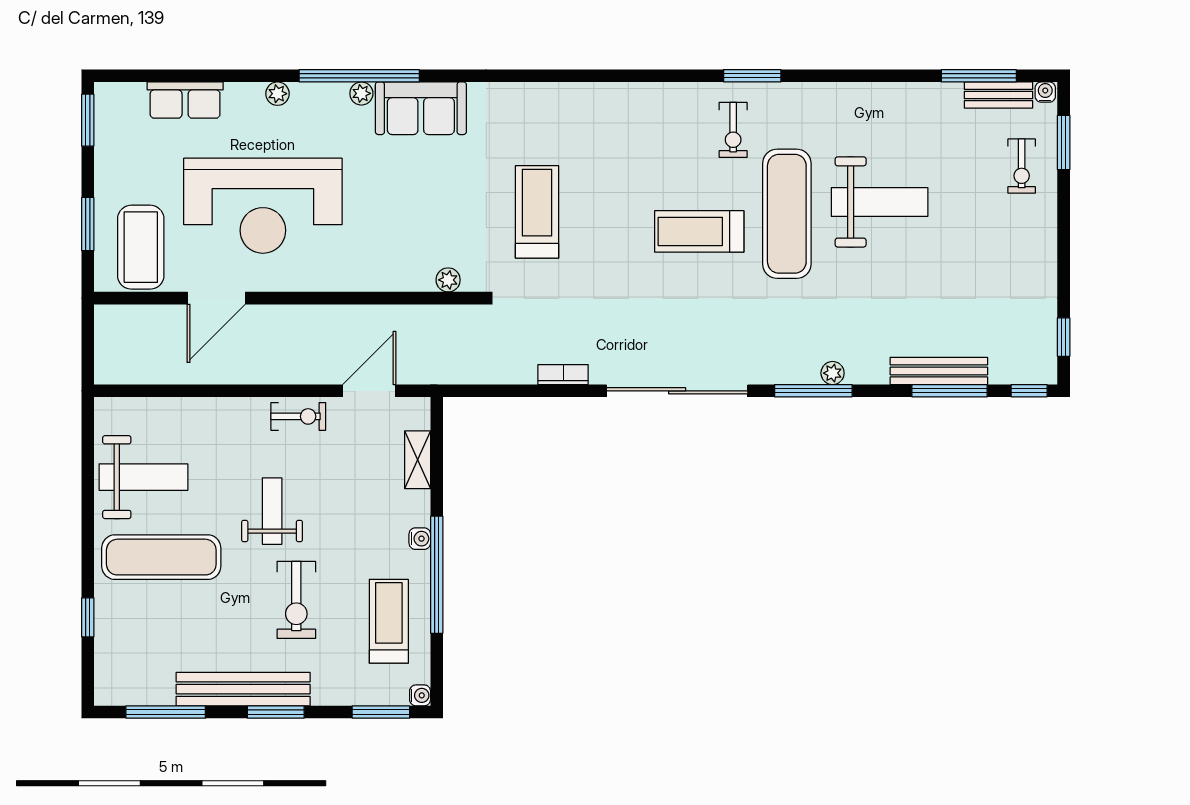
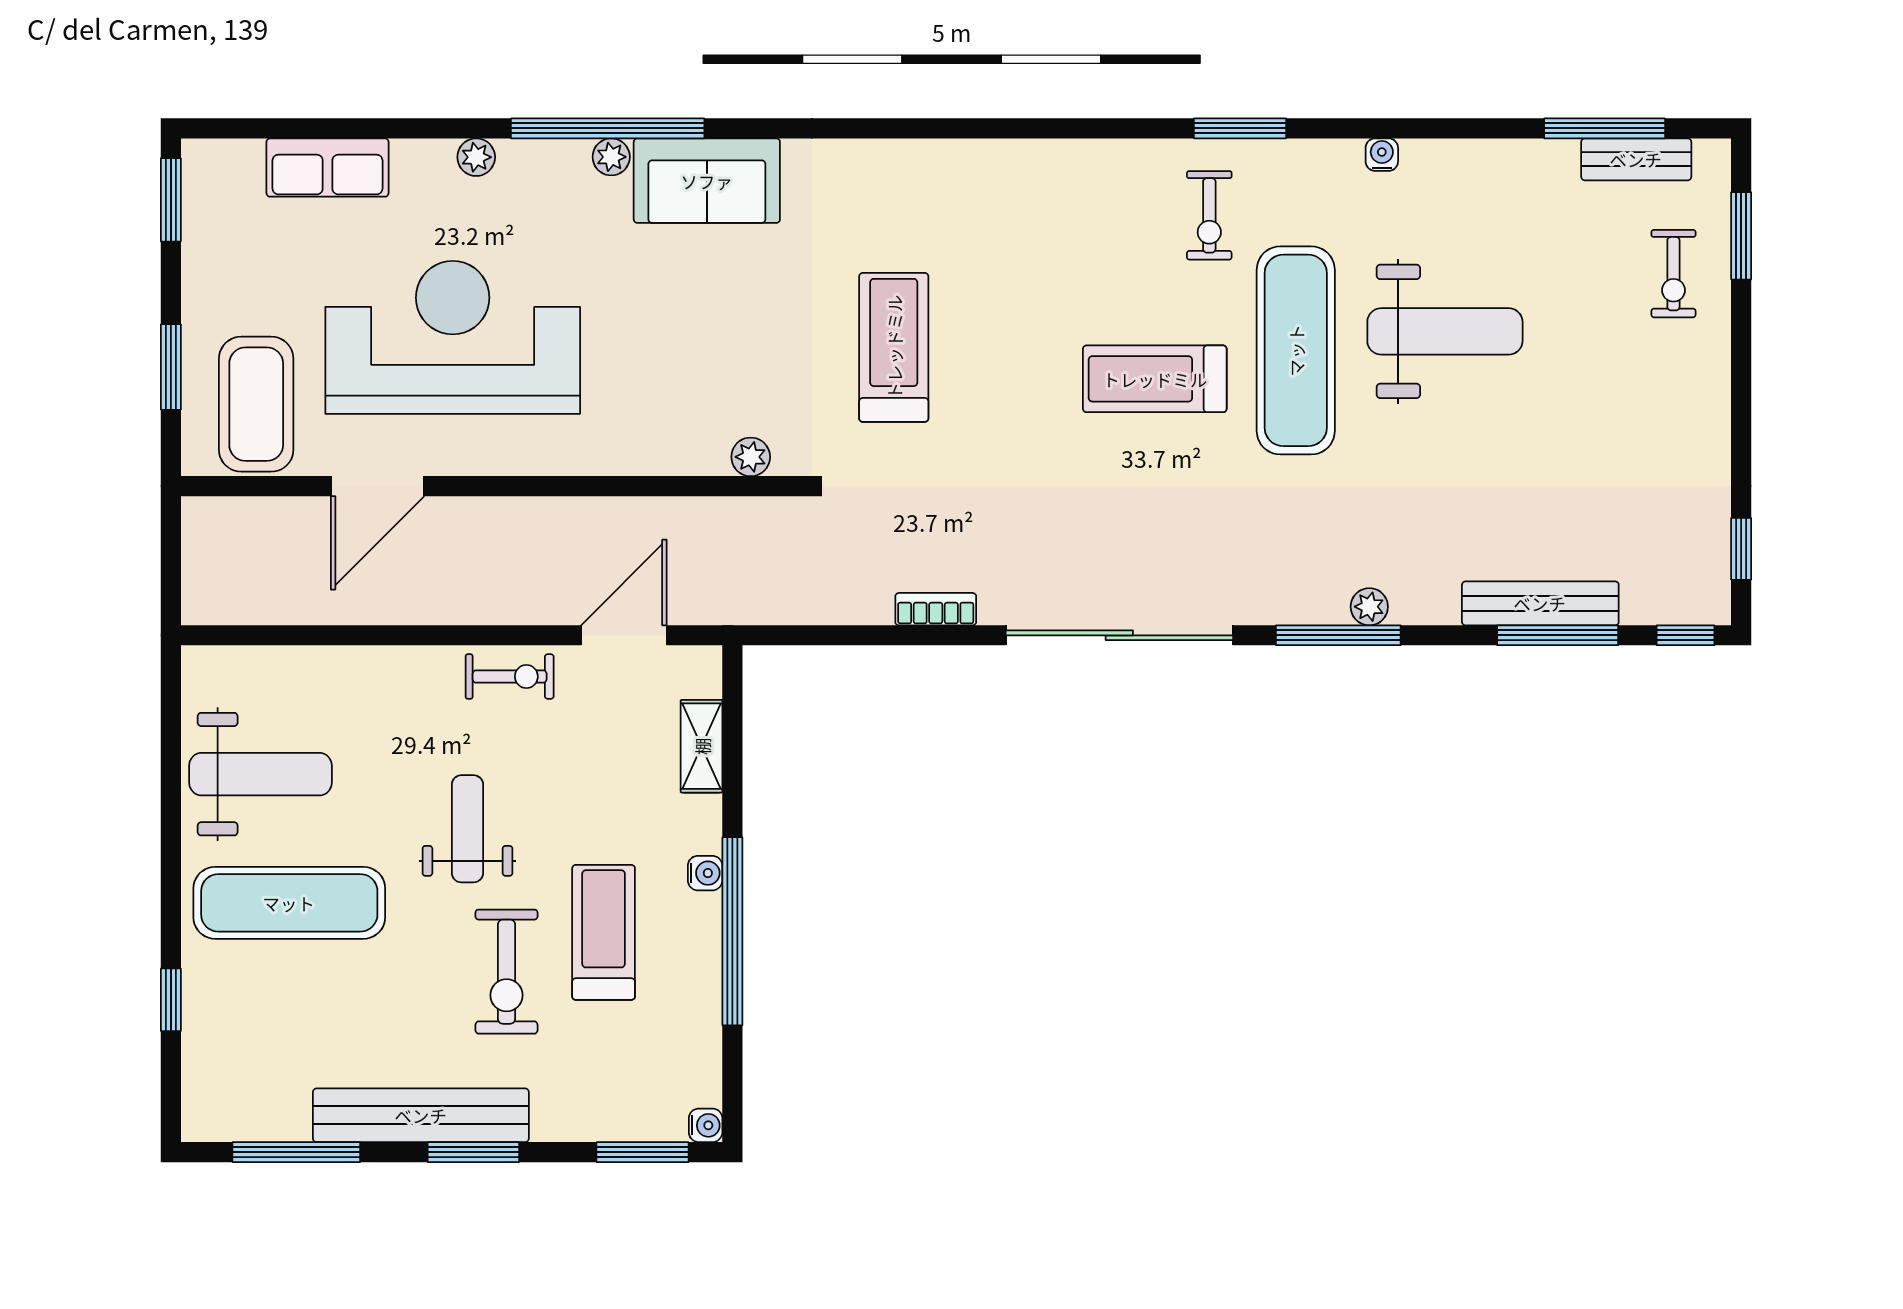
water cooler: (1045, 92) -> (1382, 155), moved
reception desk: (263, 206) -> (453, 337), turned 180
treadmill: (389, 621) -> (604, 932), moved

